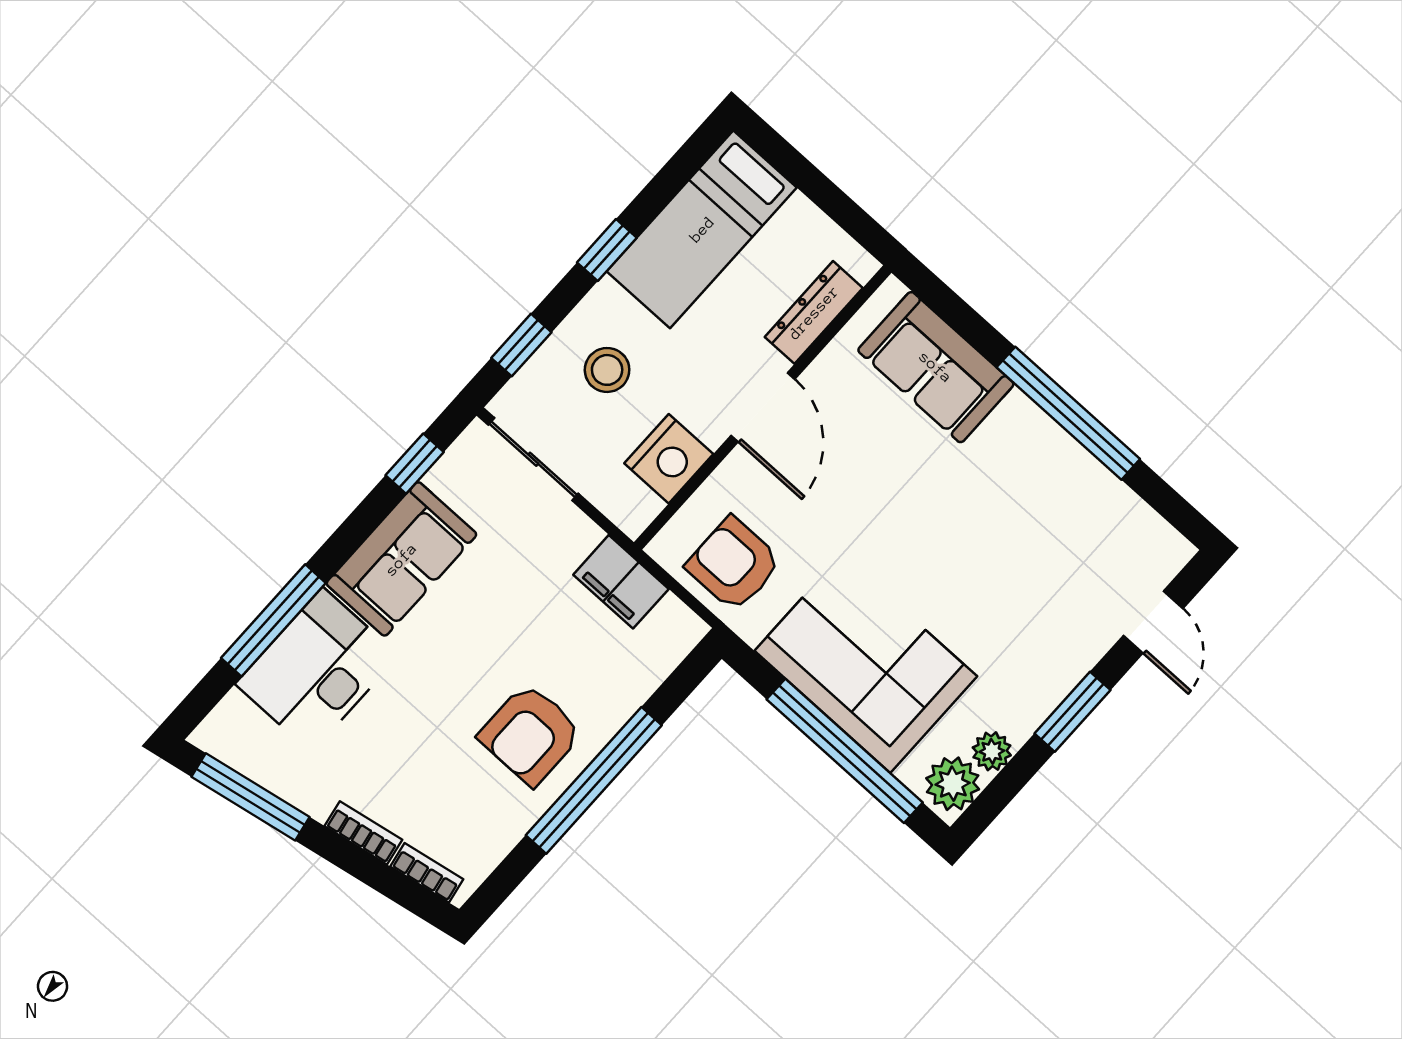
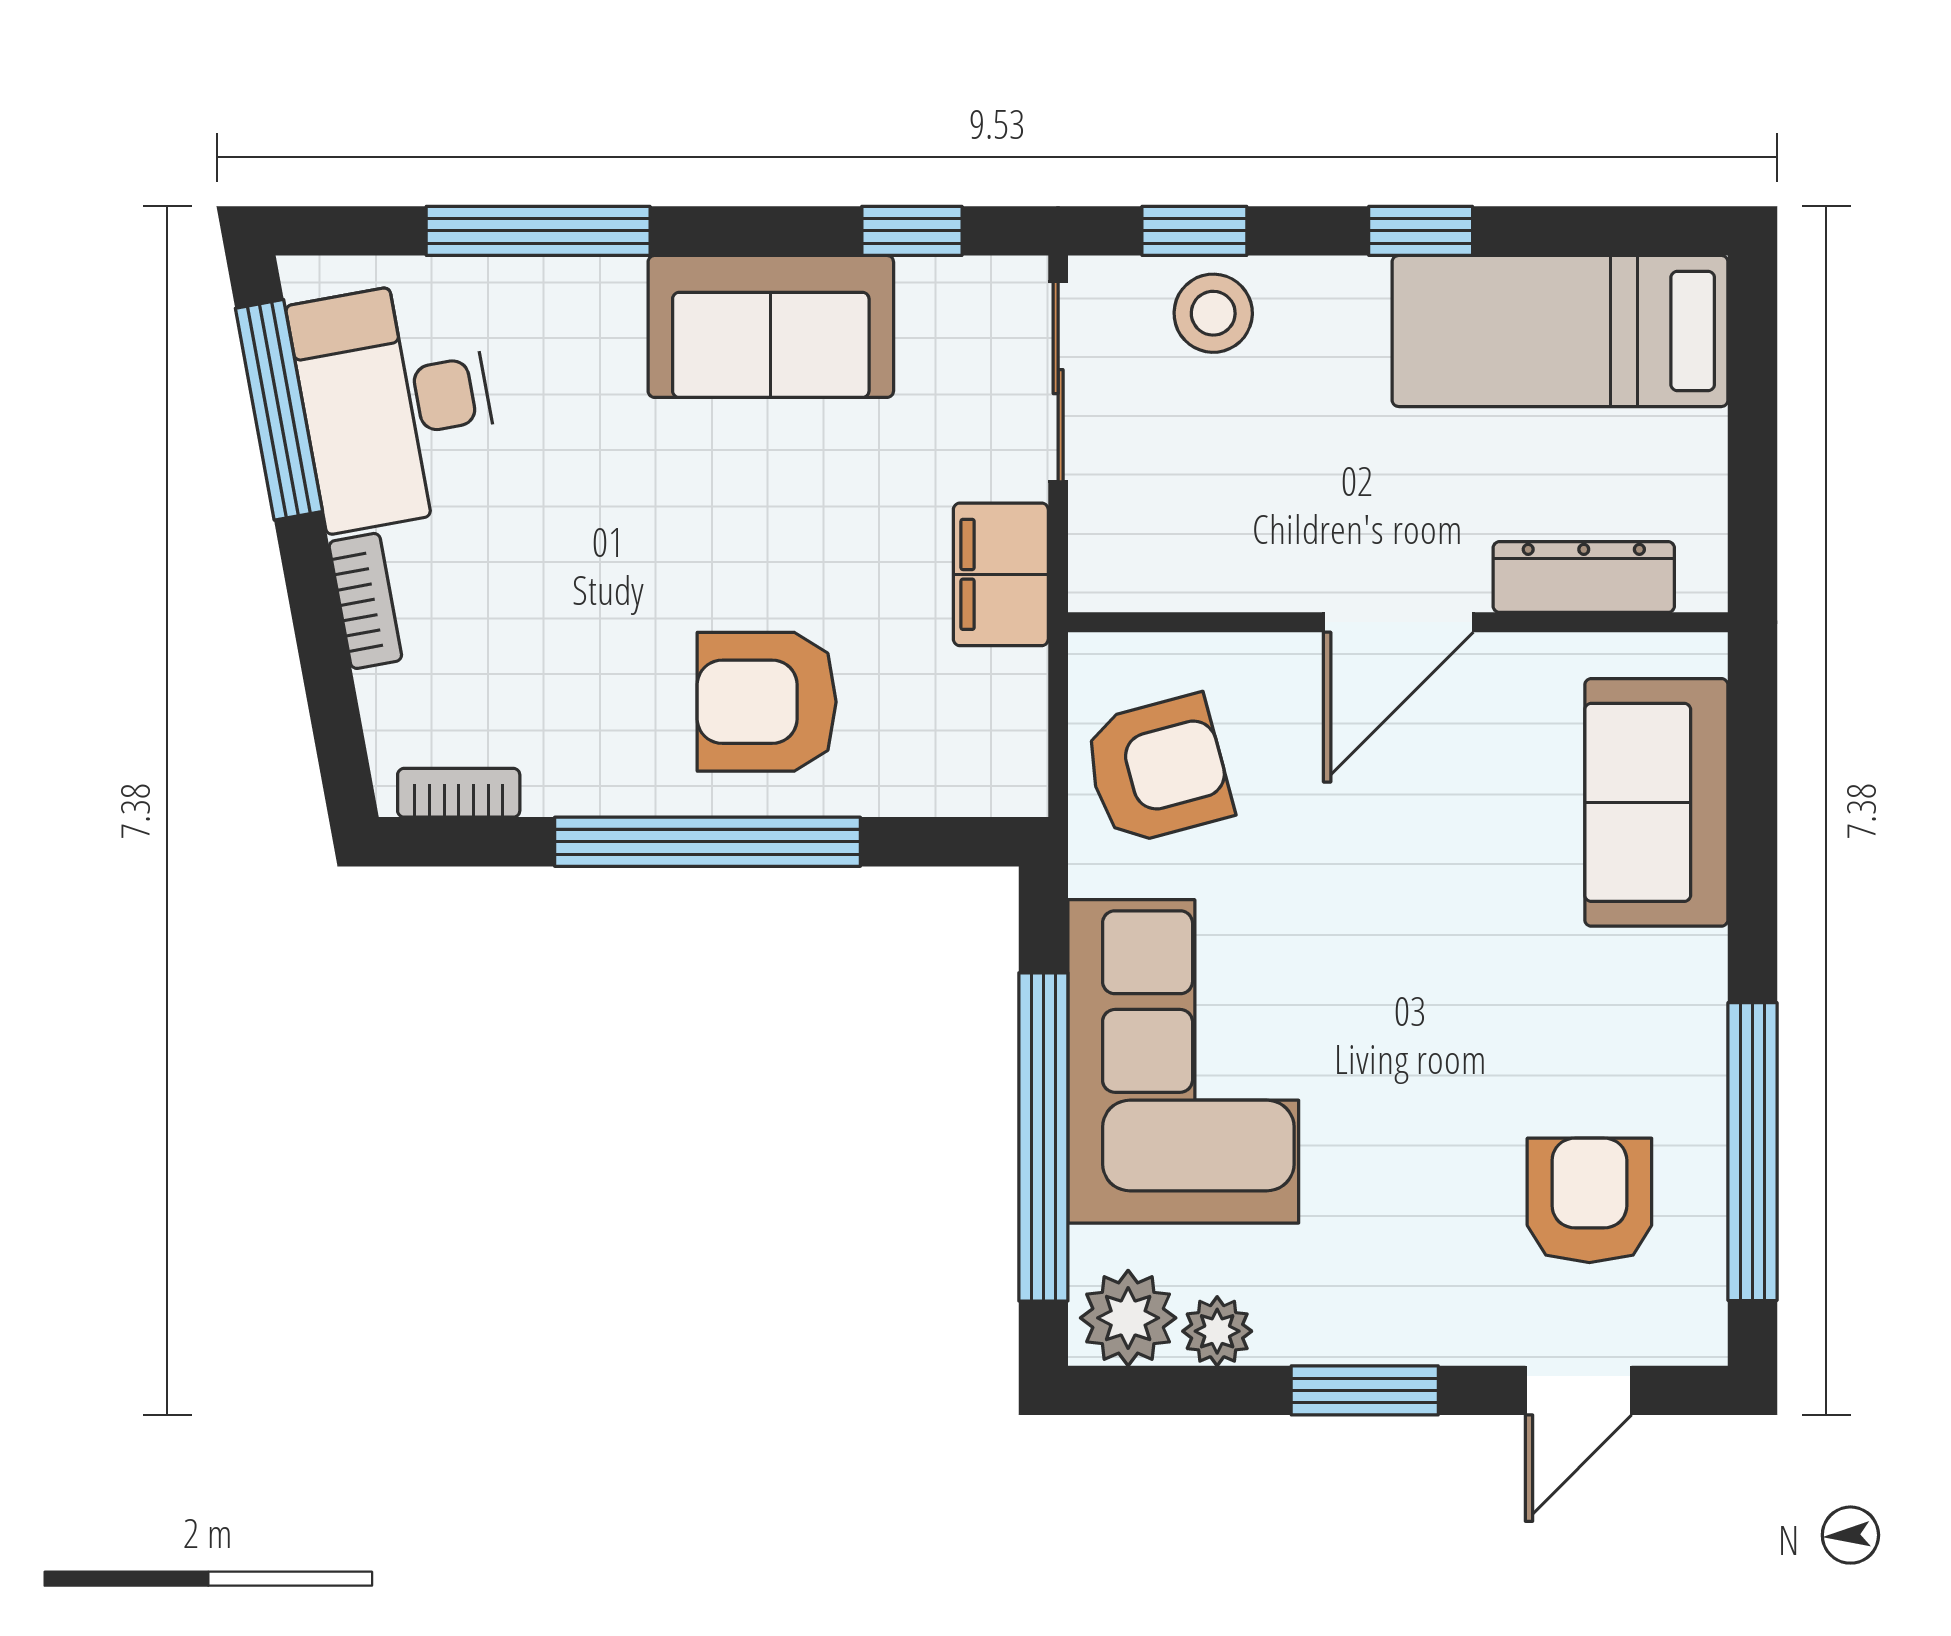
stool: (607, 370) -> (1213, 313), moved
window: (1068, 413) -> (1752, 1152), moved
nightstand: (669, 459) -> (1219, 559), removed
armchair: (1078, 546) -> (1589, 1200), added
armchair: (734, 564) -> (1158, 770), turned 75
filing cabinet: (621, 582) -> (1001, 574), moved
desk: (317, 670) -> (396, 404), moved, turned -100
armchair: (530, 734) -> (767, 702), moved
bookcase: (427, 873) -> (459, 793), moved, turned -80

